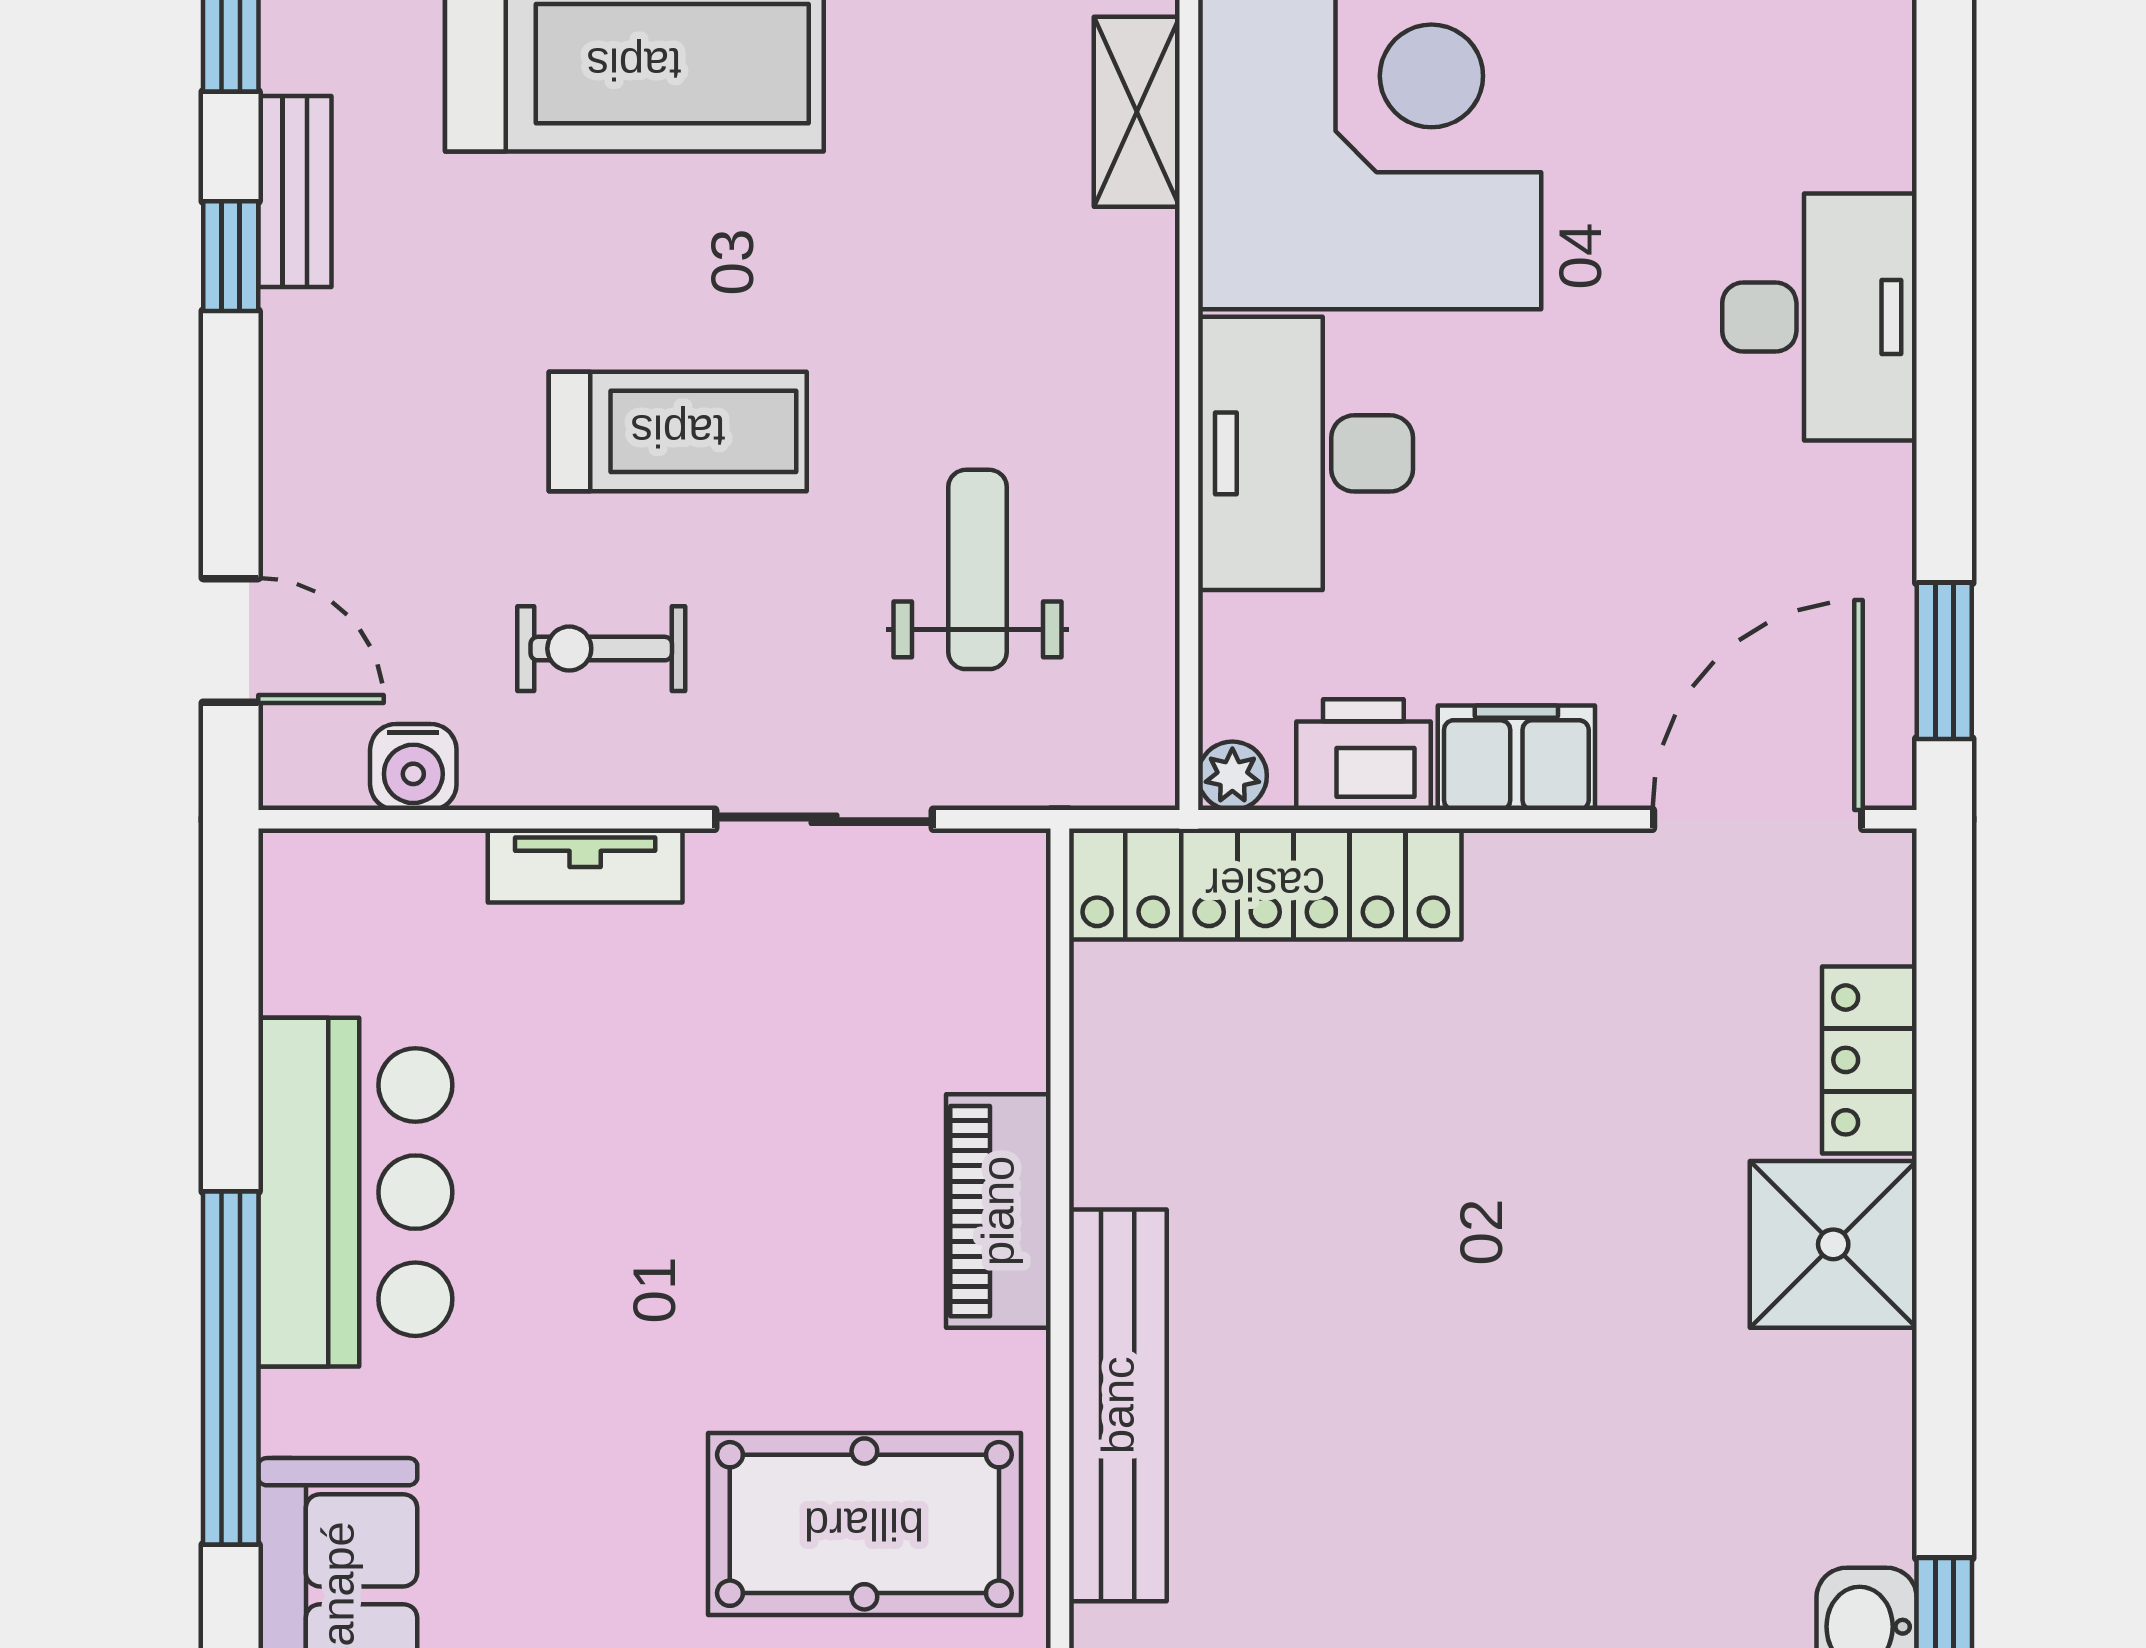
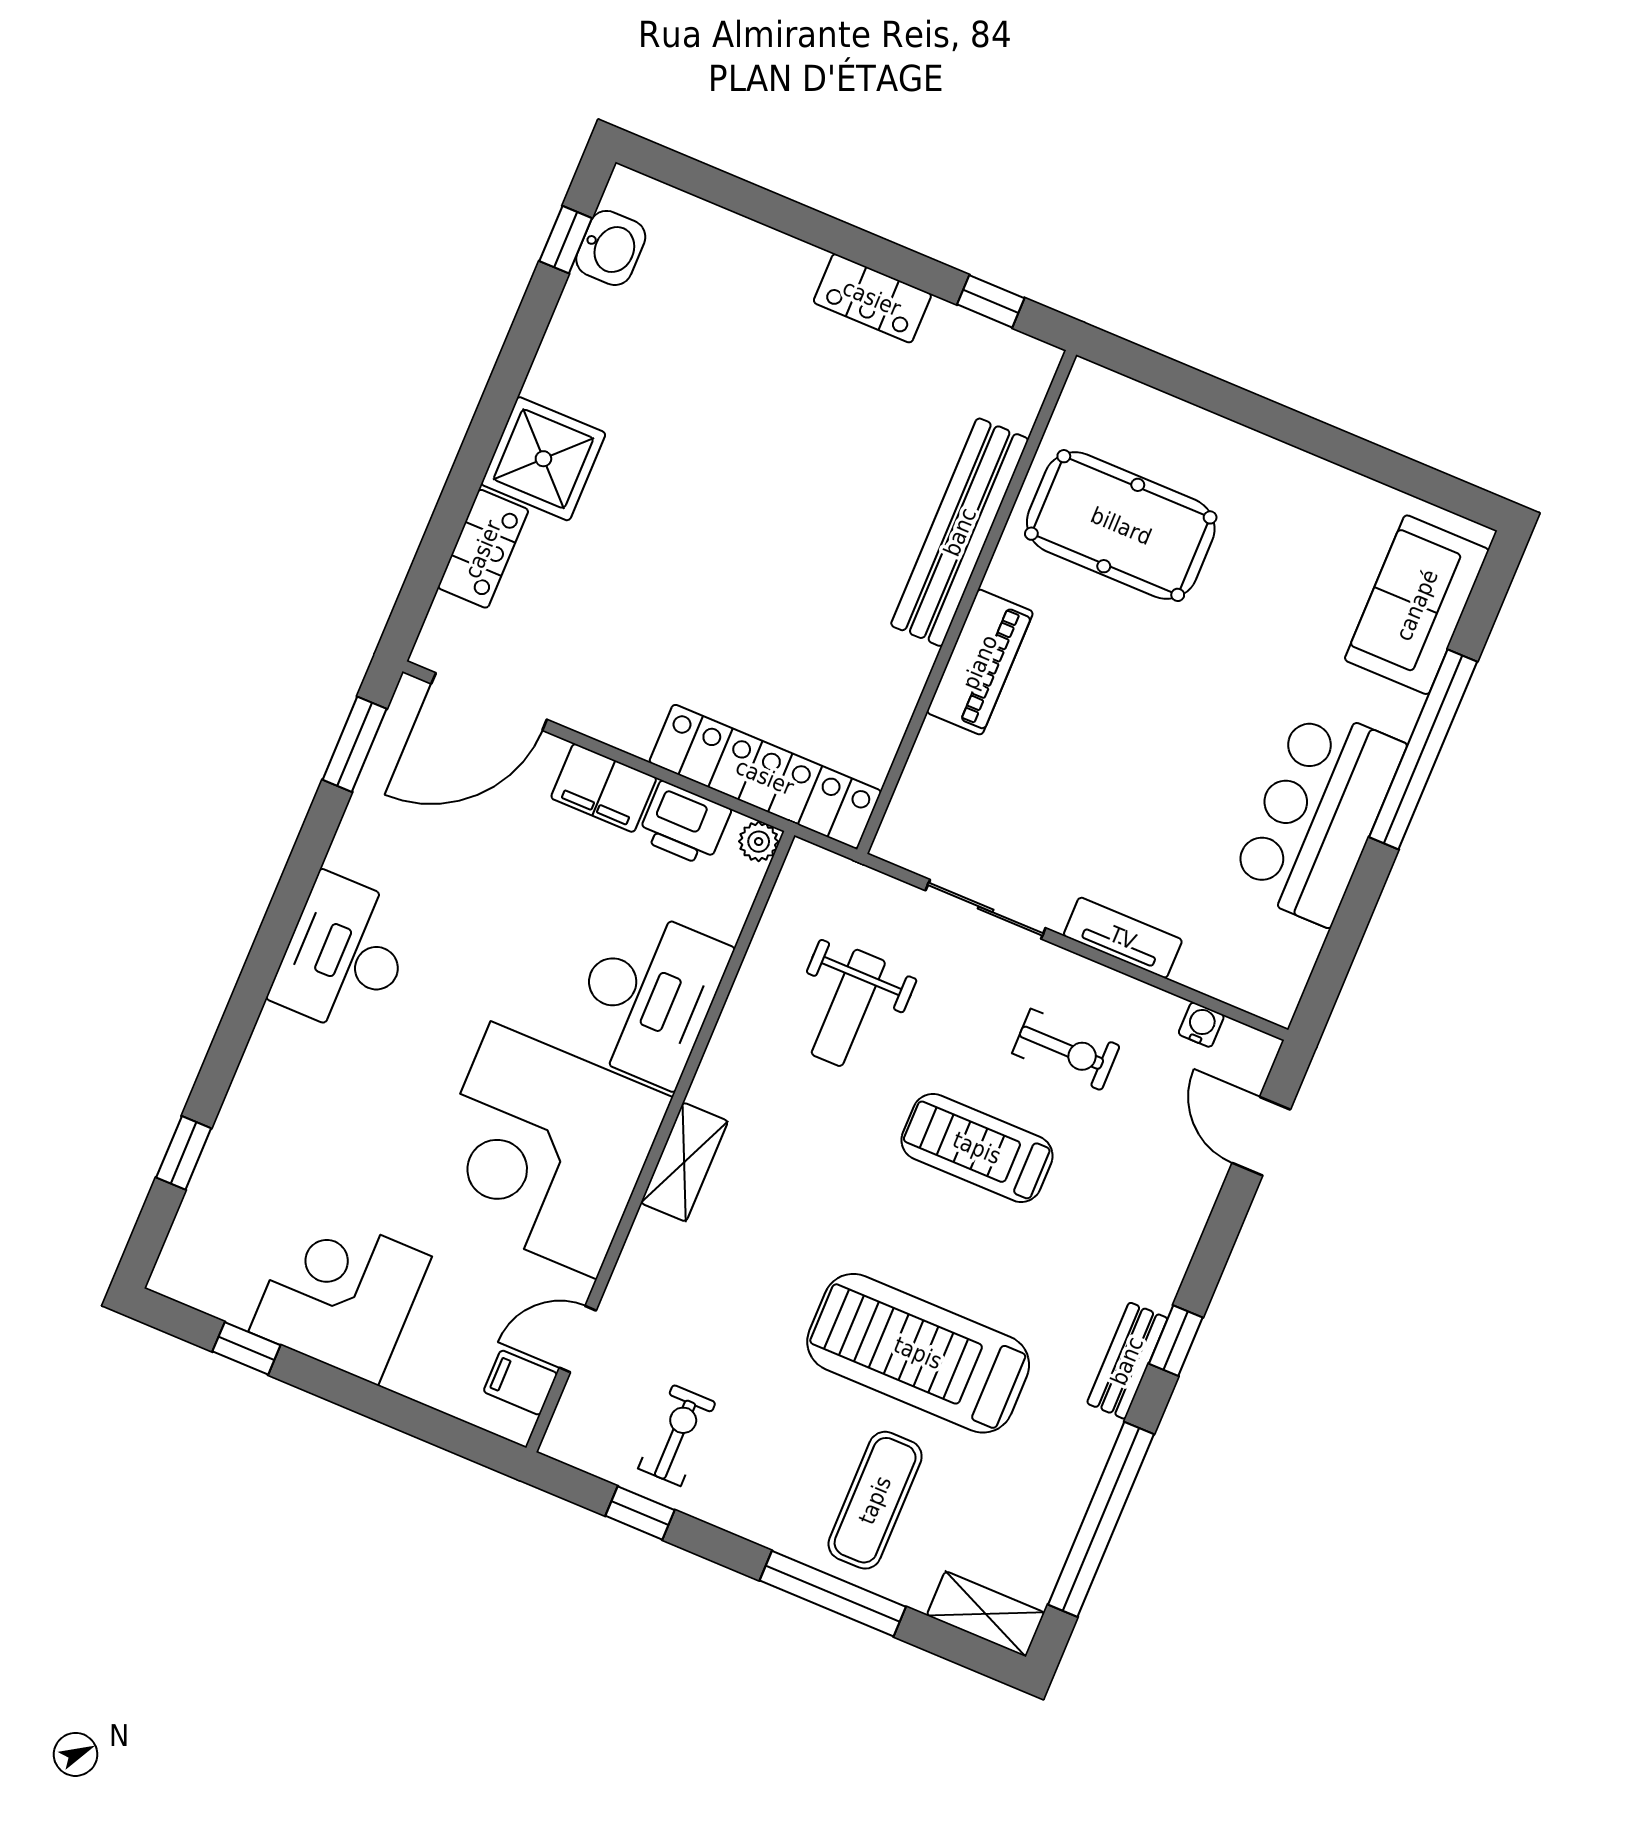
shelving: (1137, 112) -> (684, 1162), moved
water cooler: (413, 767) -> (1201, 1025), width x0.72, depth x0.72

